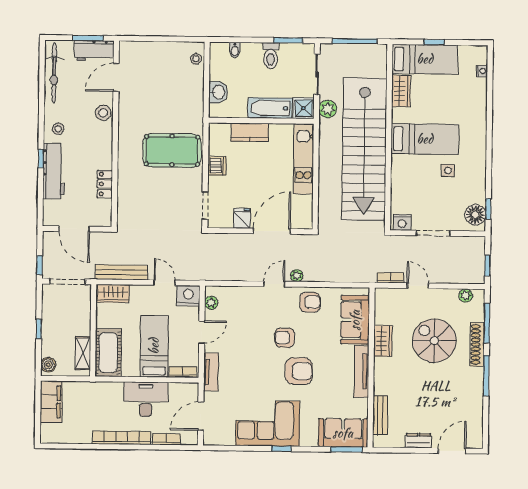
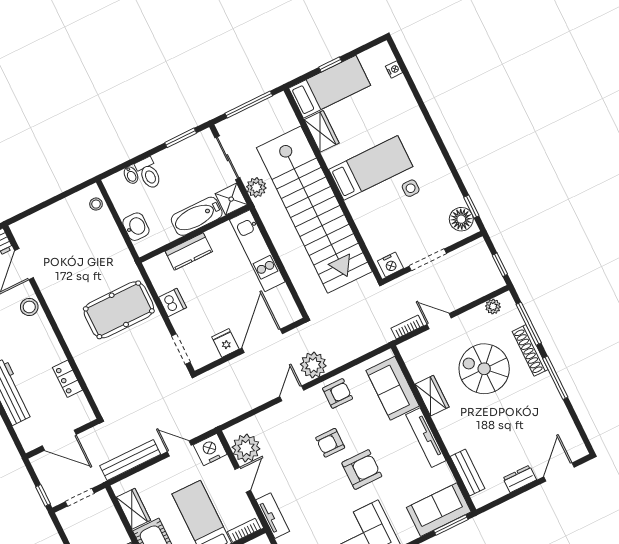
toilet: (271, 56) -> (149, 173), moved
plant: (297, 276) -> (313, 365), width x1.88, depth x1.88
doorway: (67, 281) -> (80, 497), width x0.73
wardrobe: (113, 294) -> (133, 509), moved, turned -90
plant: (211, 303) -> (246, 448), width x1.87, depth x1.87

